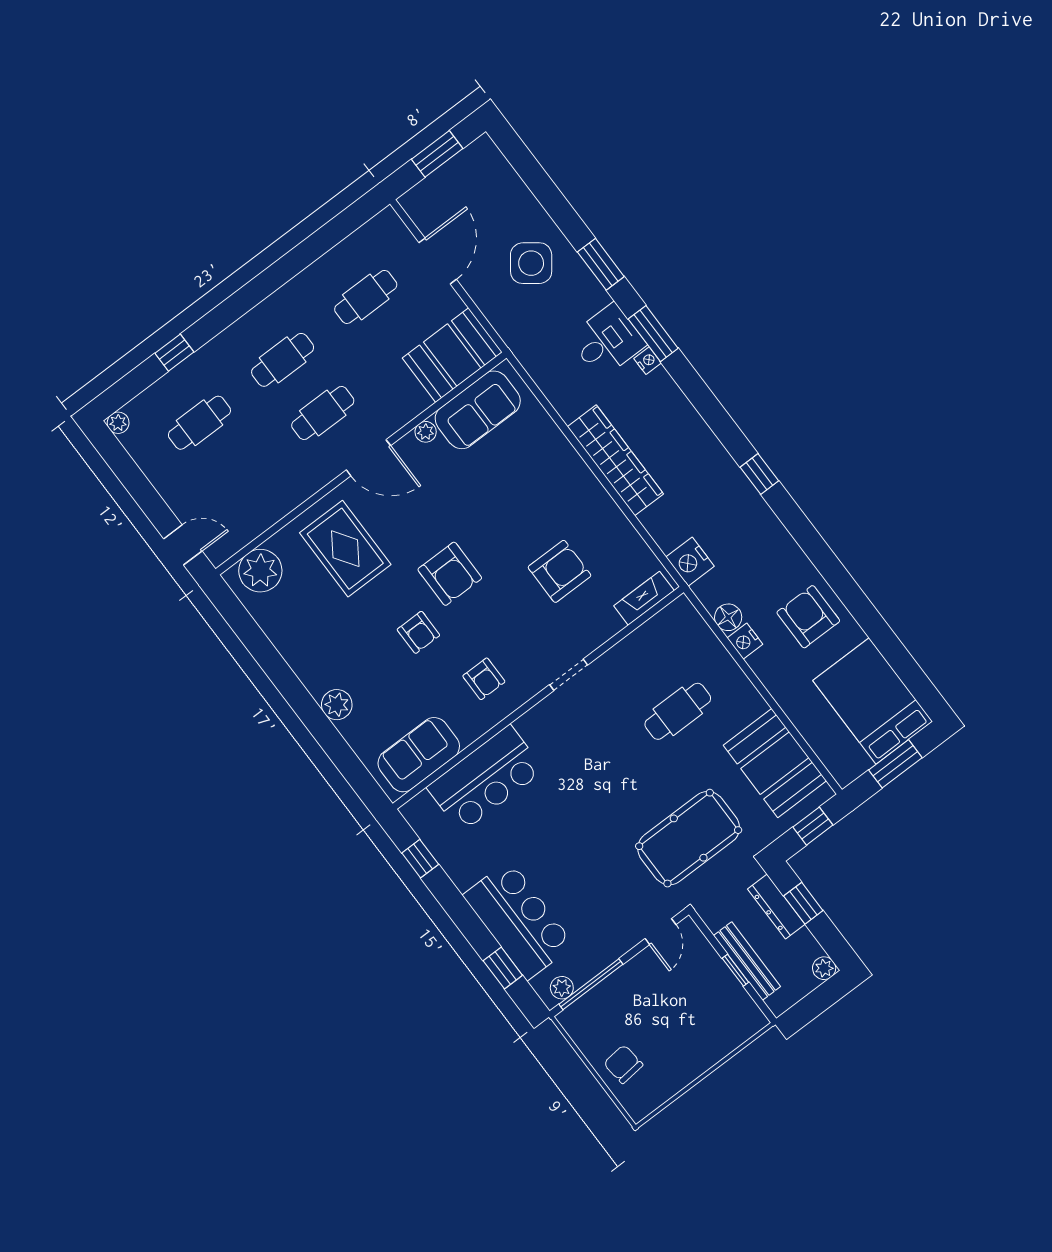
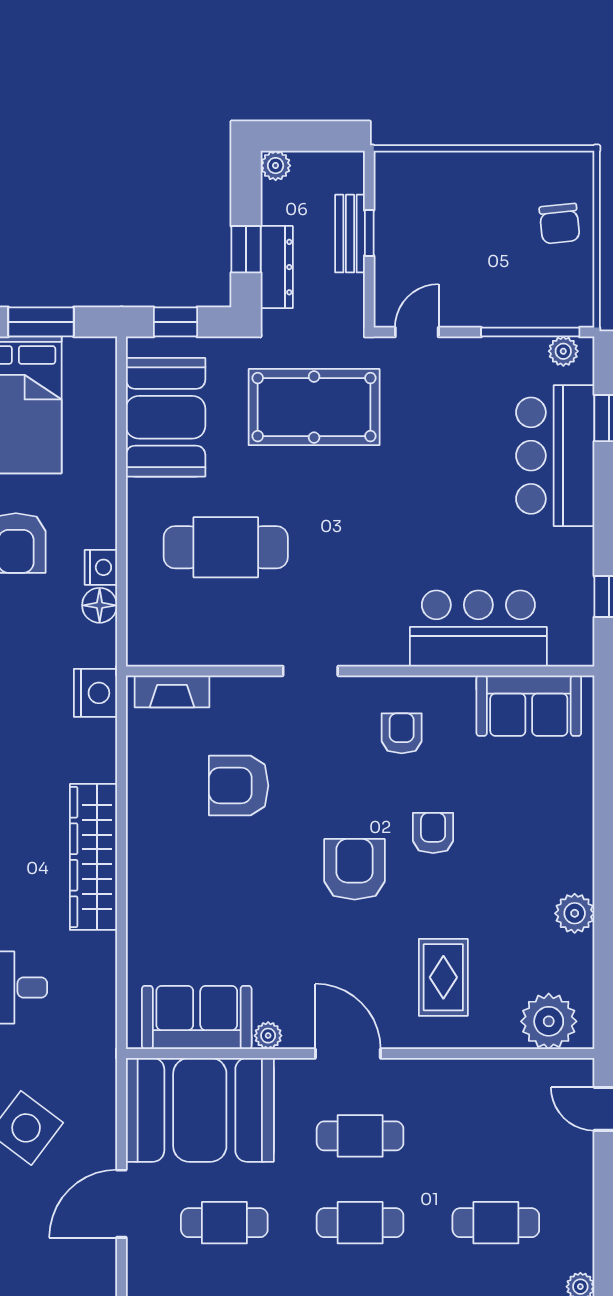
booth: (452, 355) -> (200, 1110), width x1.36, depth x1.42
rug: (345, 549) -> (443, 977), width x0.73, depth x0.70
plant: (337, 705) -> (575, 913), moved
cafe table: (678, 711) -> (226, 547), width x1.37, depth x1.35
bench: (747, 961) -> (350, 234), width x0.73

